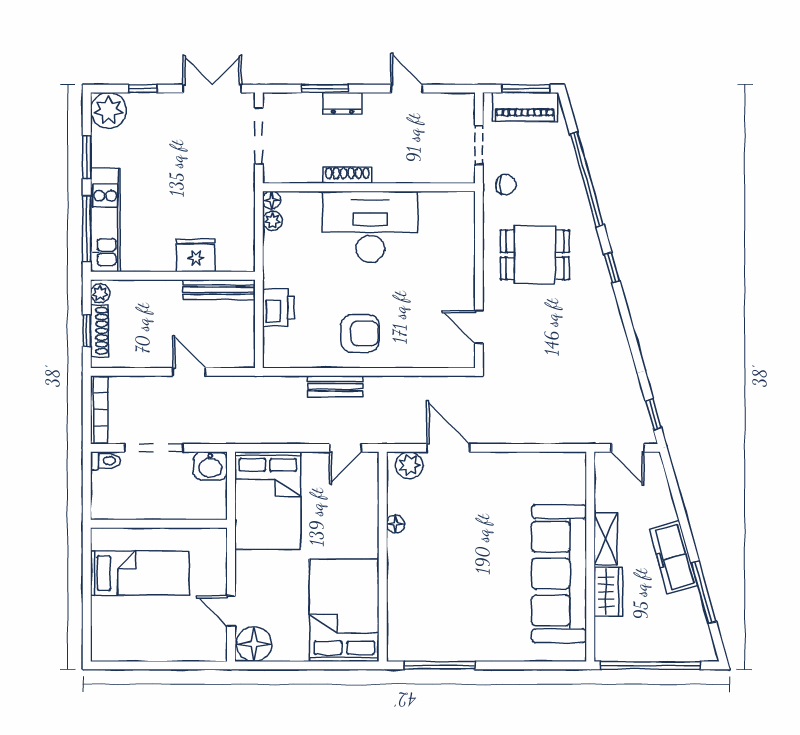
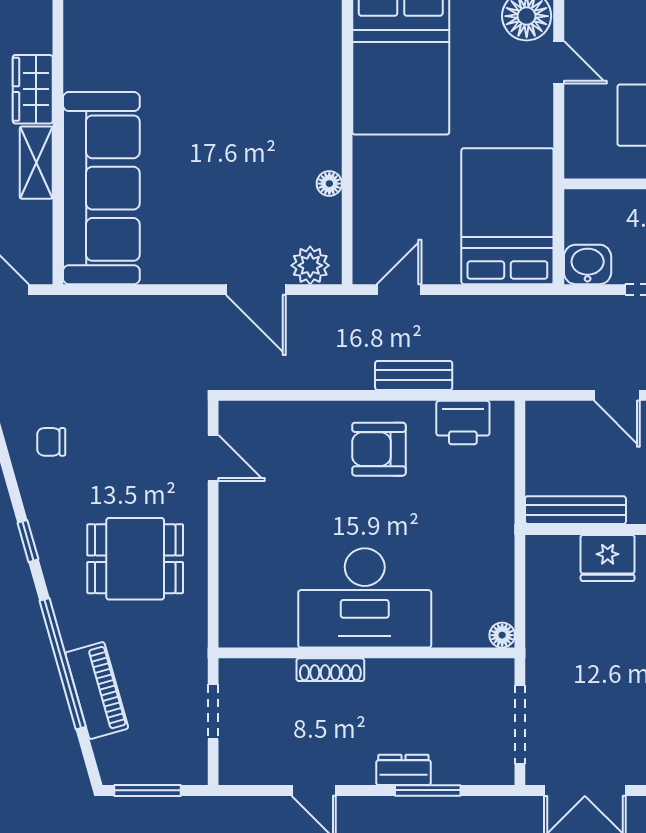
piano: (525, 107) -> (97, 691), moved, turned 74
shoe rack: (347, 175) -> (330, 670), moved
chair: (506, 185) -> (51, 442), moved
plant: (272, 221) -> (501, 606), removed
printer: (278, 308) -> (463, 423), moved, turned -90
sofa: (559, 574) -> (101, 188), moved

